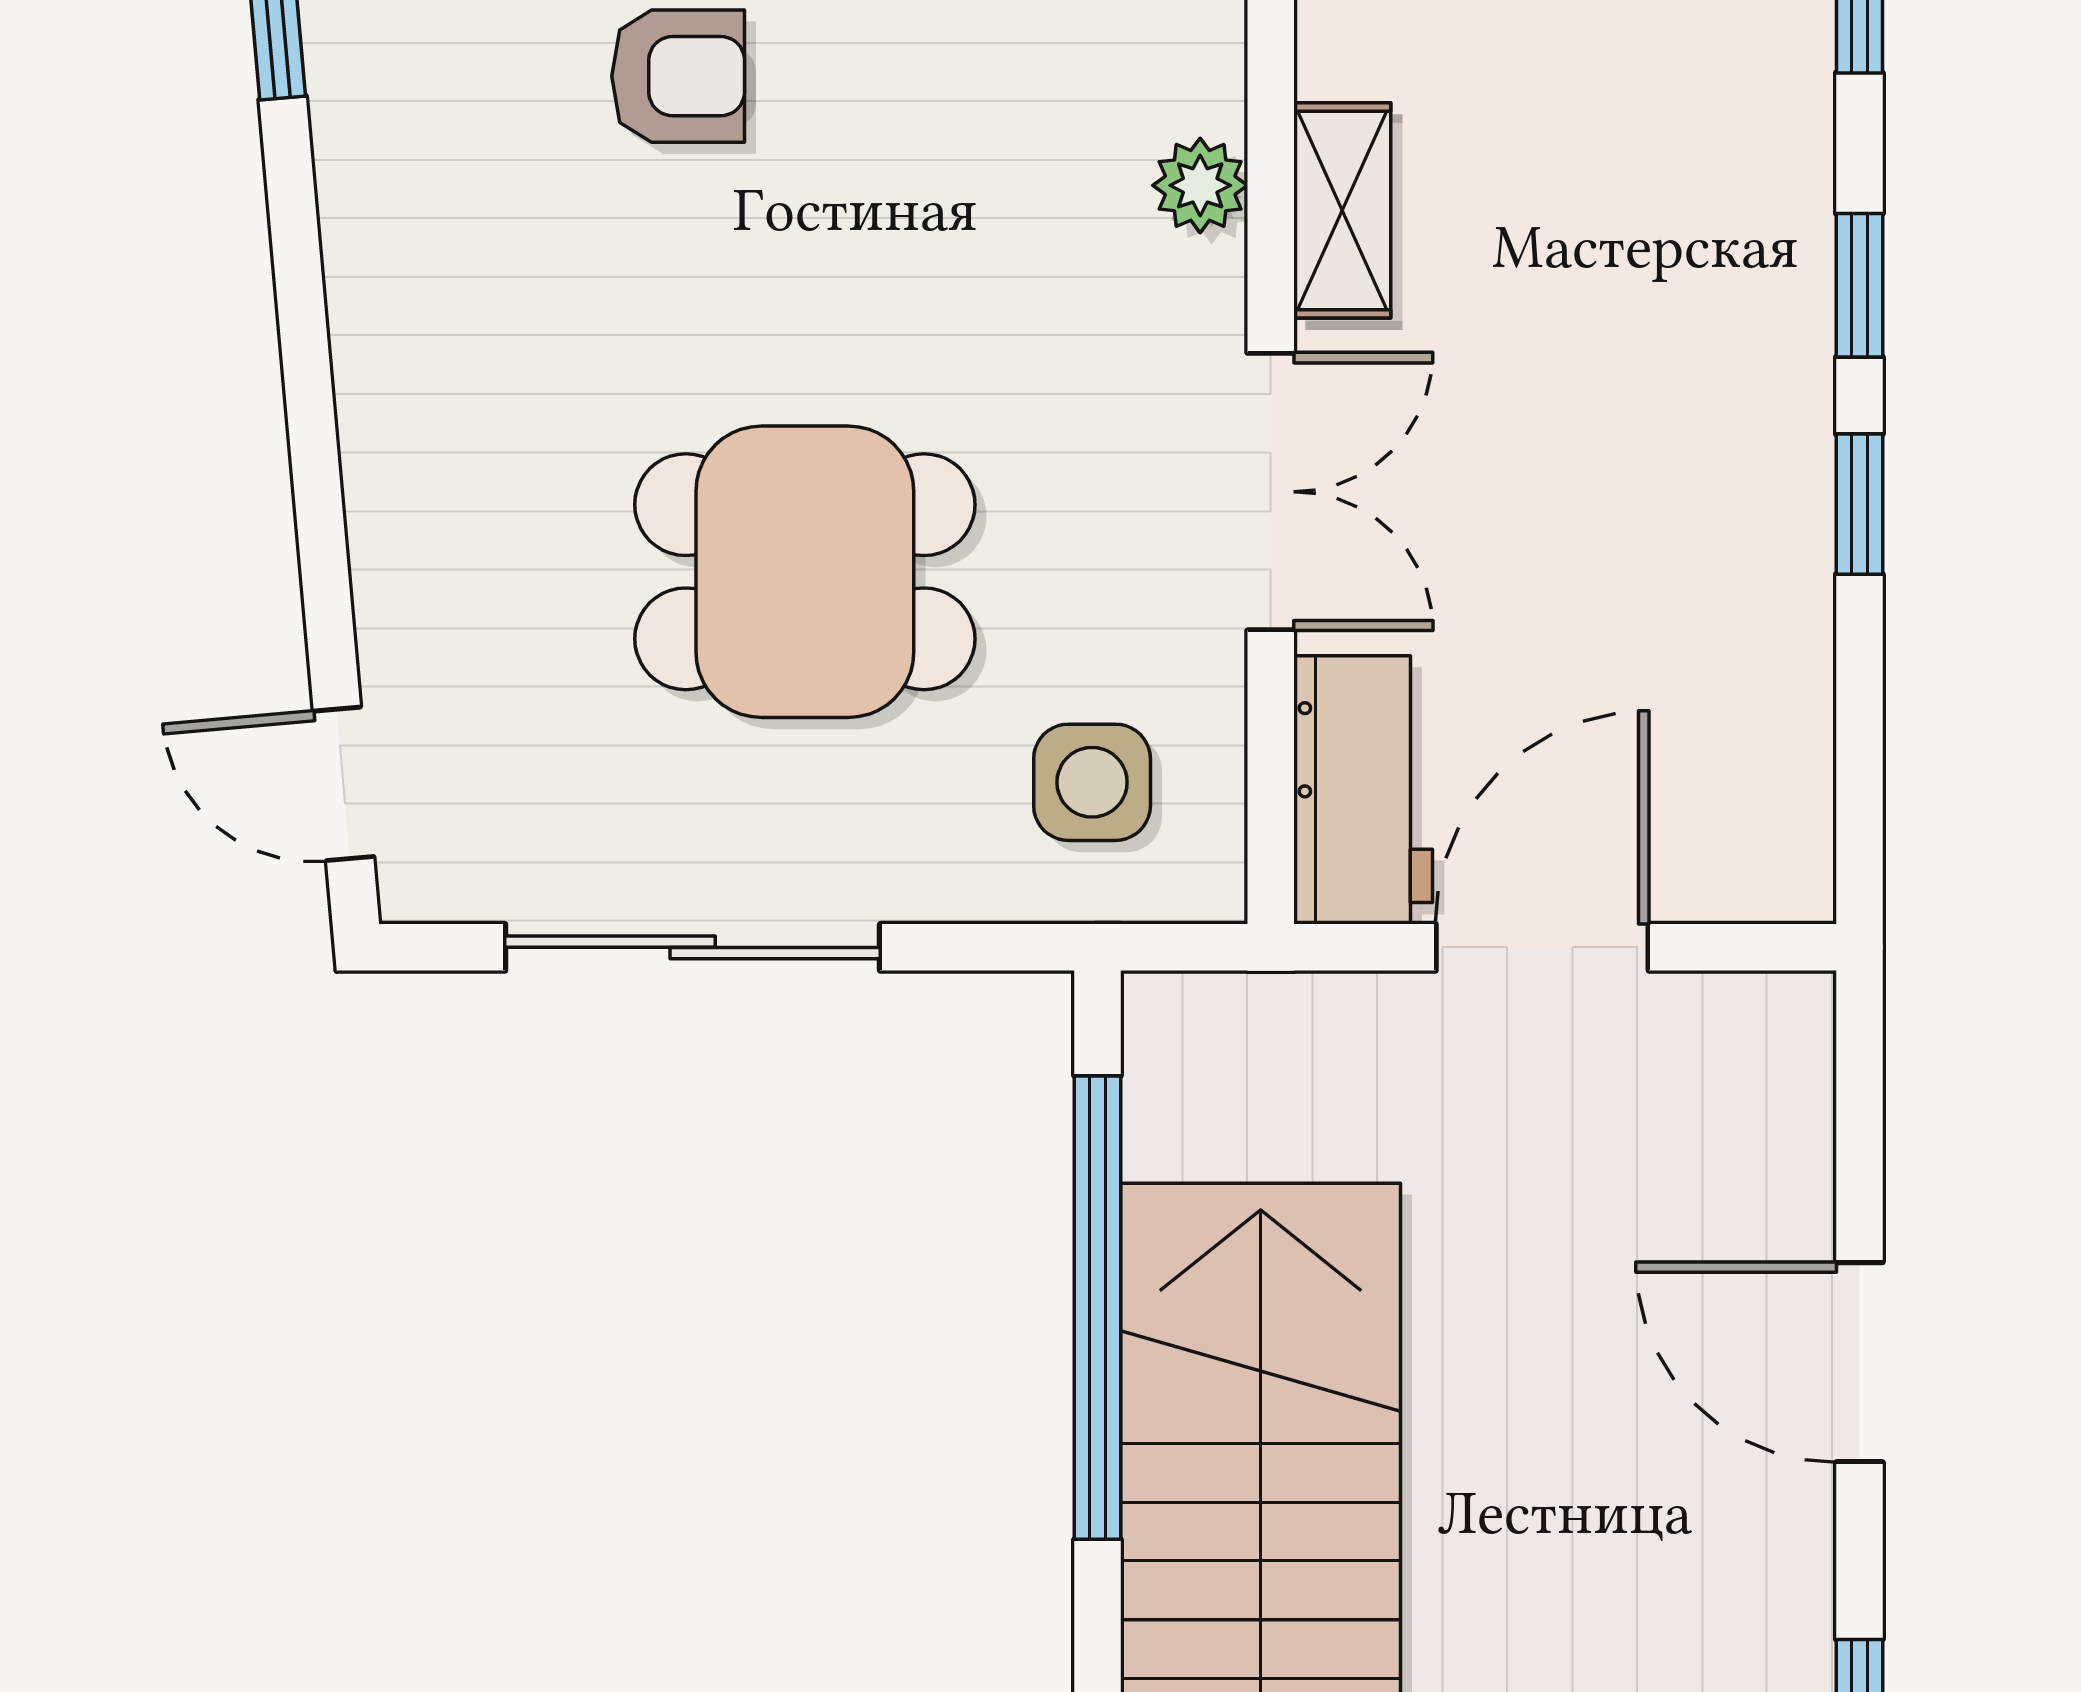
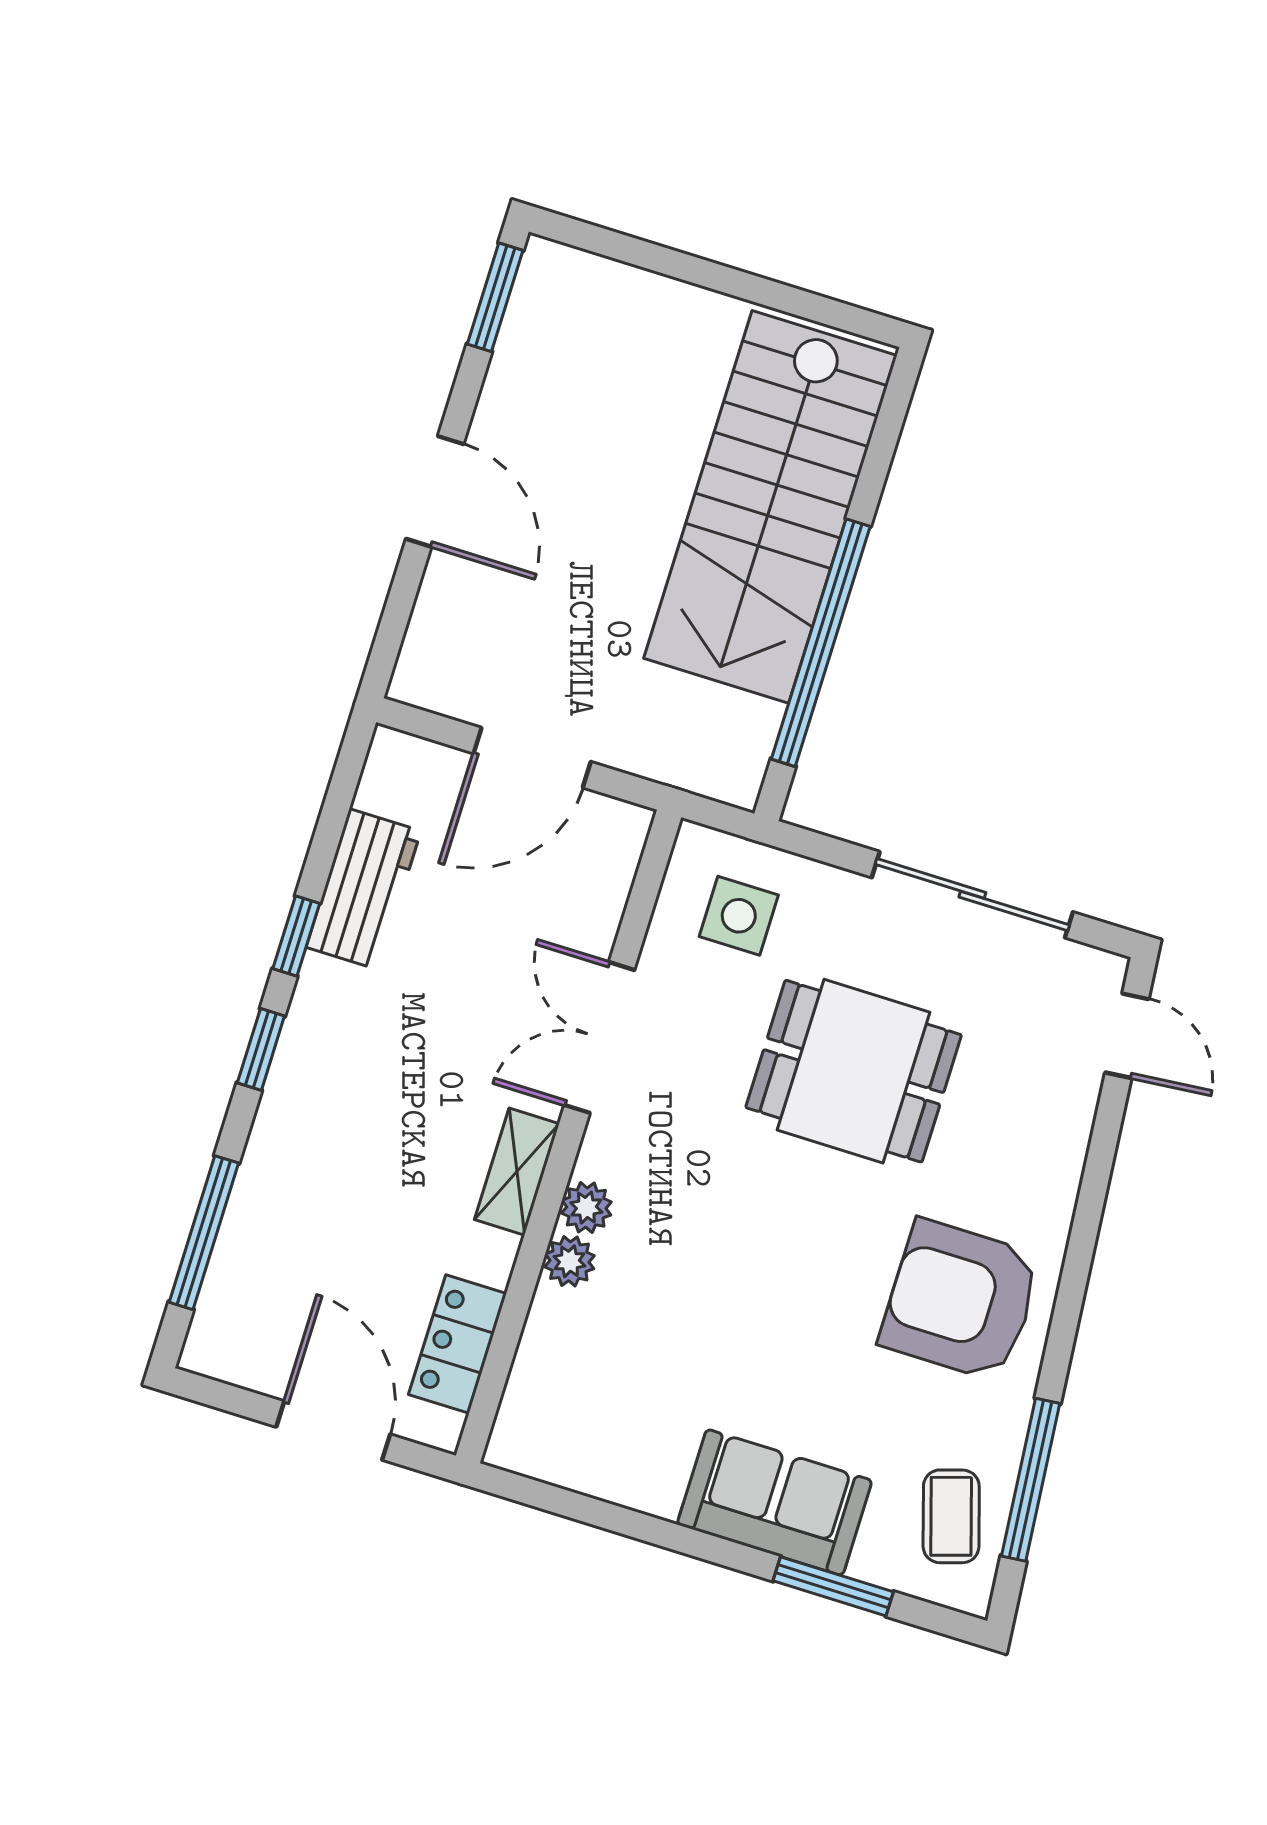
armchair: (678, 76) -> (961, 1300), moved, width x1.88, depth x1.88
plant: (1201, 82) -> (569, 1261), added
workbench: (1363, 790) -> (363, 889), moved, turned 180

